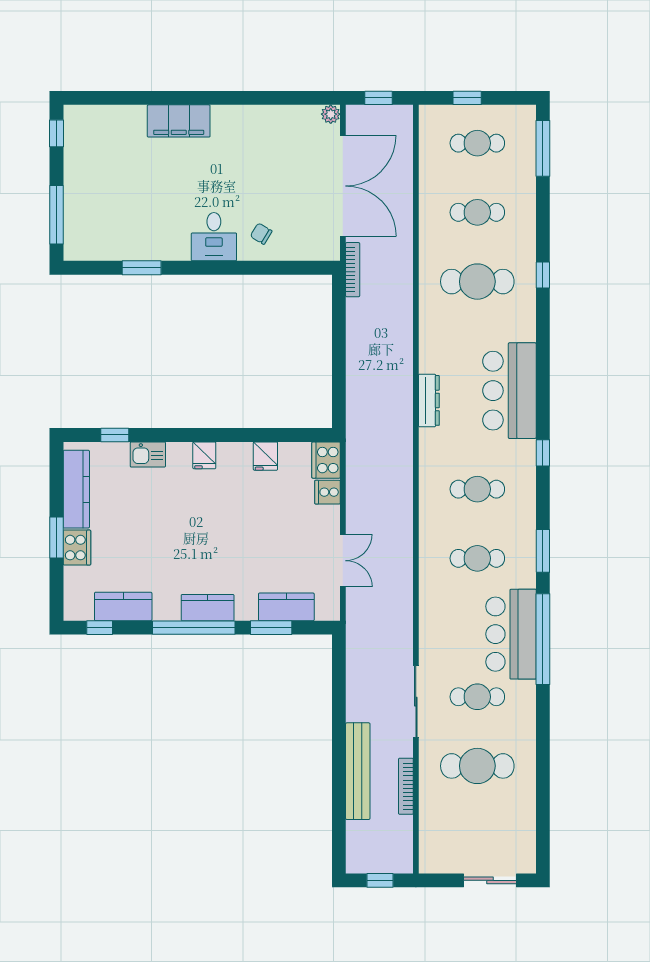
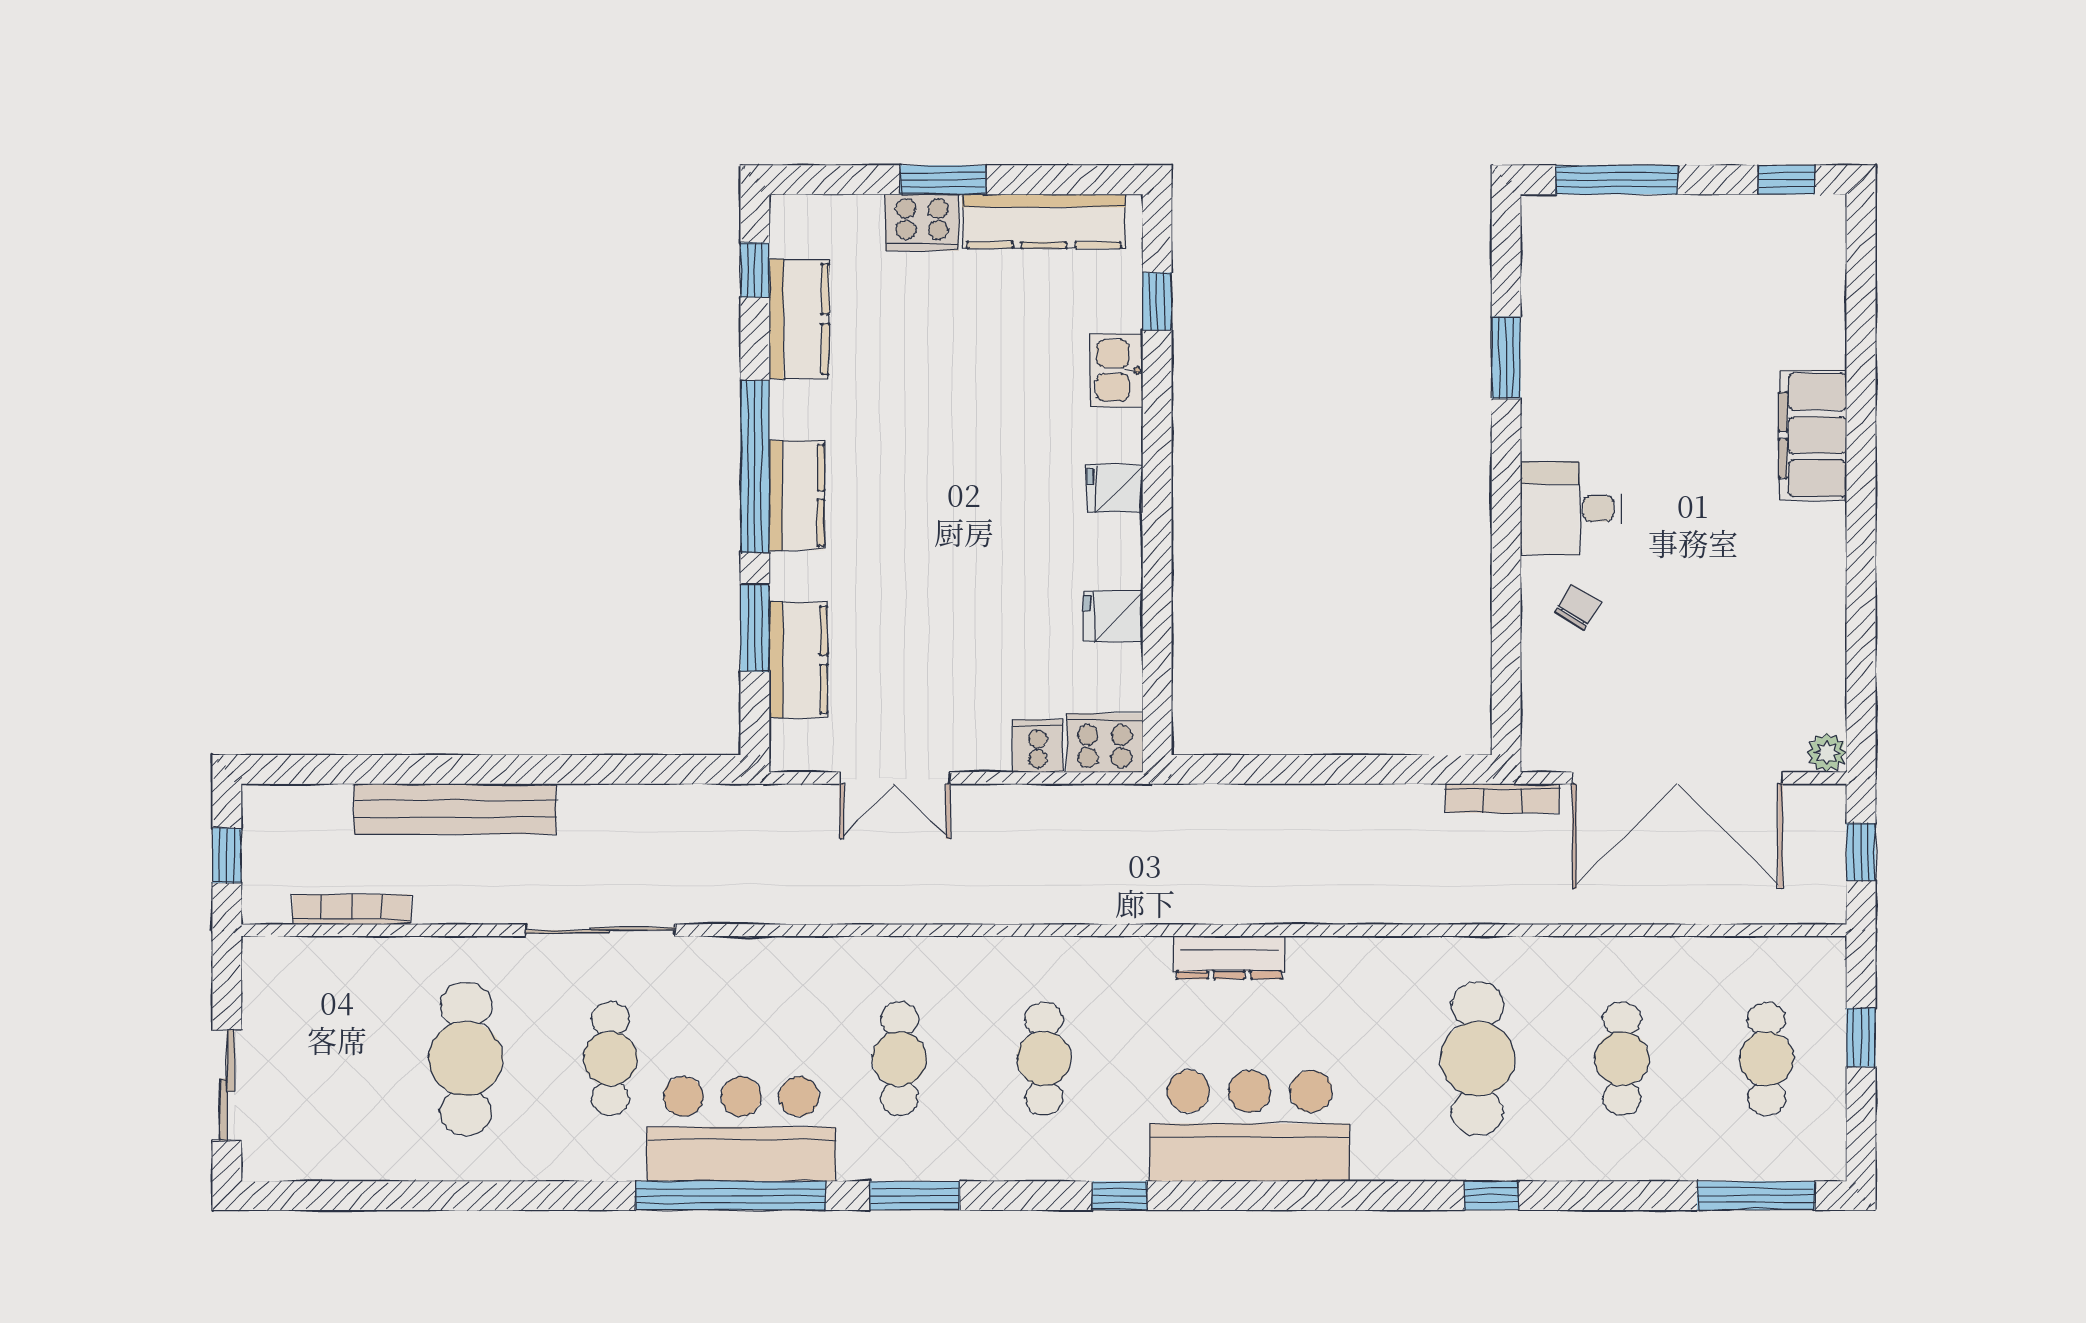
bookcase: (406, 786) -> (352, 909), moved

